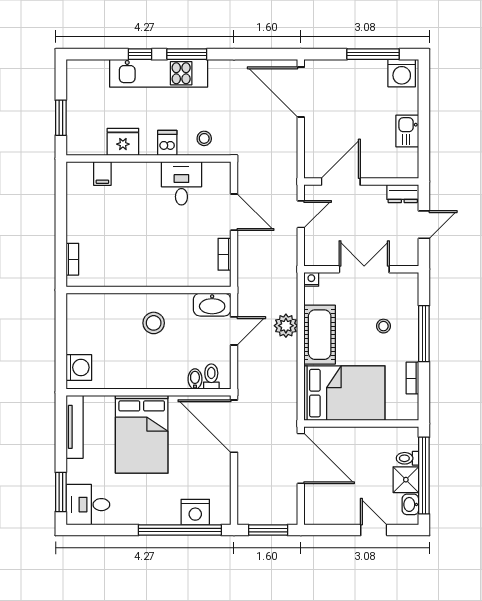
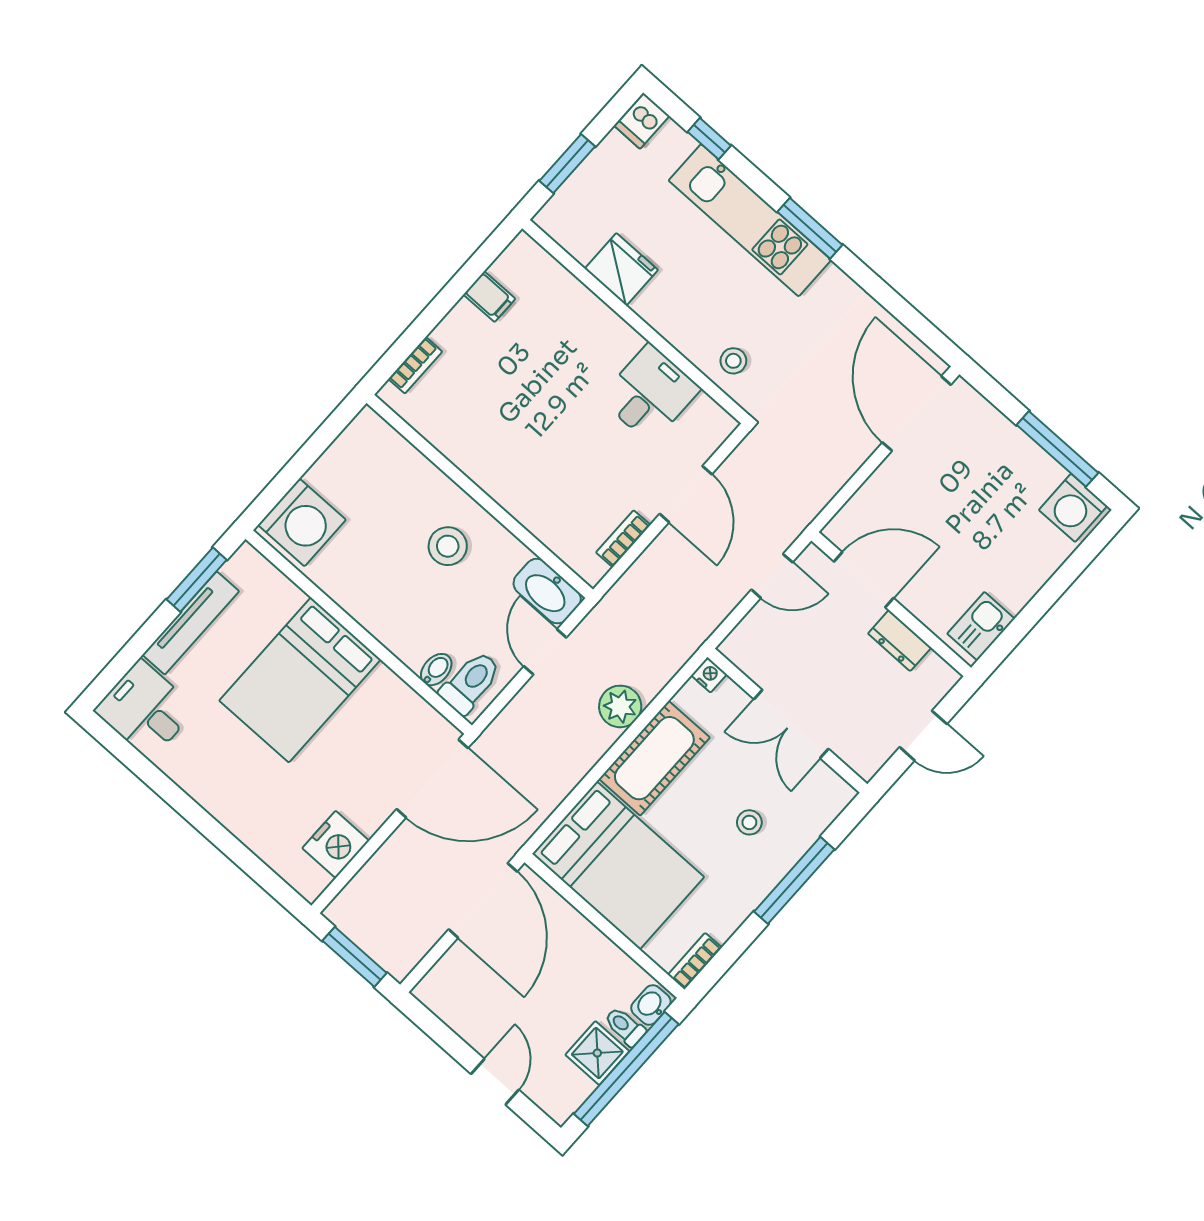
window: (140, 54) -> (709, 139), moved
kitchen sink: (407, 131) -> (981, 626), moved
dishwasher: (167, 143) -> (642, 121), moved, turned 180
filing cabinet: (102, 173) -> (489, 297), moved, turned -90
dresser: (403, 194) -> (900, 641), moved
double door: (364, 269) -> (791, 724), swing flipped
door: (234, 331) -> (545, 652), swing flipped
washing machine: (79, 367) -> (302, 522), width x1.37, depth x1.37
toilet: (211, 377) -> (470, 683), width x1.37, depth x1.39
bookcase: (412, 378) -> (695, 961), moved
door: (234, 426) -> (432, 779), swing flipped
tv unit: (75, 427) -> (191, 623), moved
window: (61, 492) -> (197, 580), moved
washbasin: (410, 504) -> (651, 1005), moved
nightstand: (195, 512) -> (336, 844), moved, turned -90
window: (180, 530) -> (237, 852), removed

